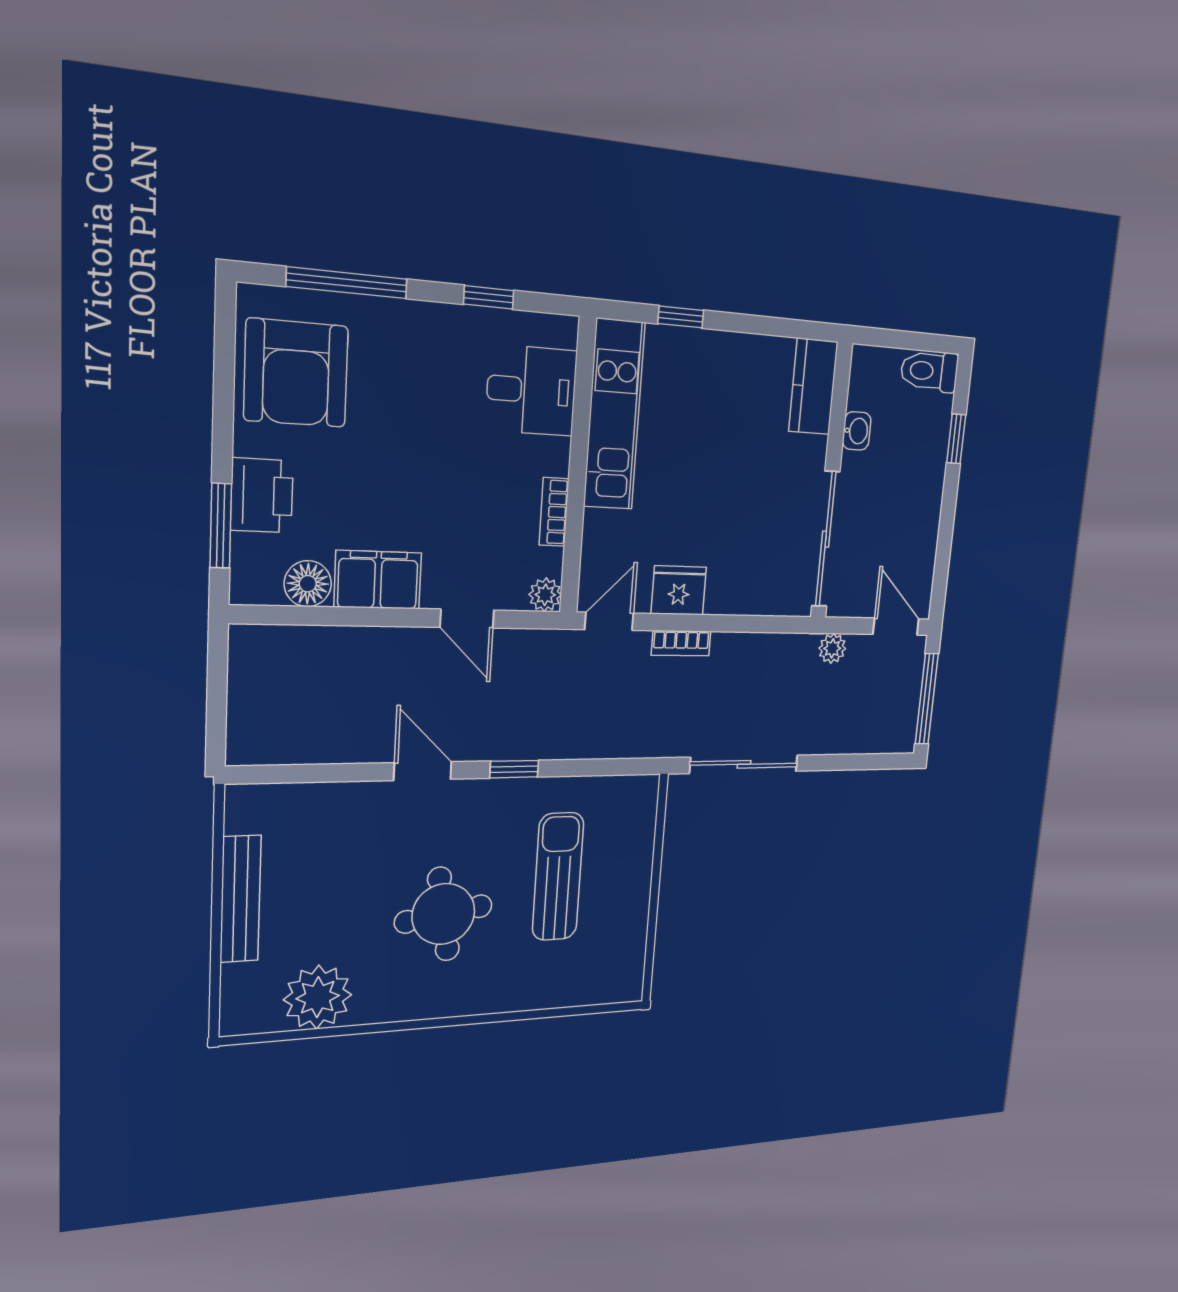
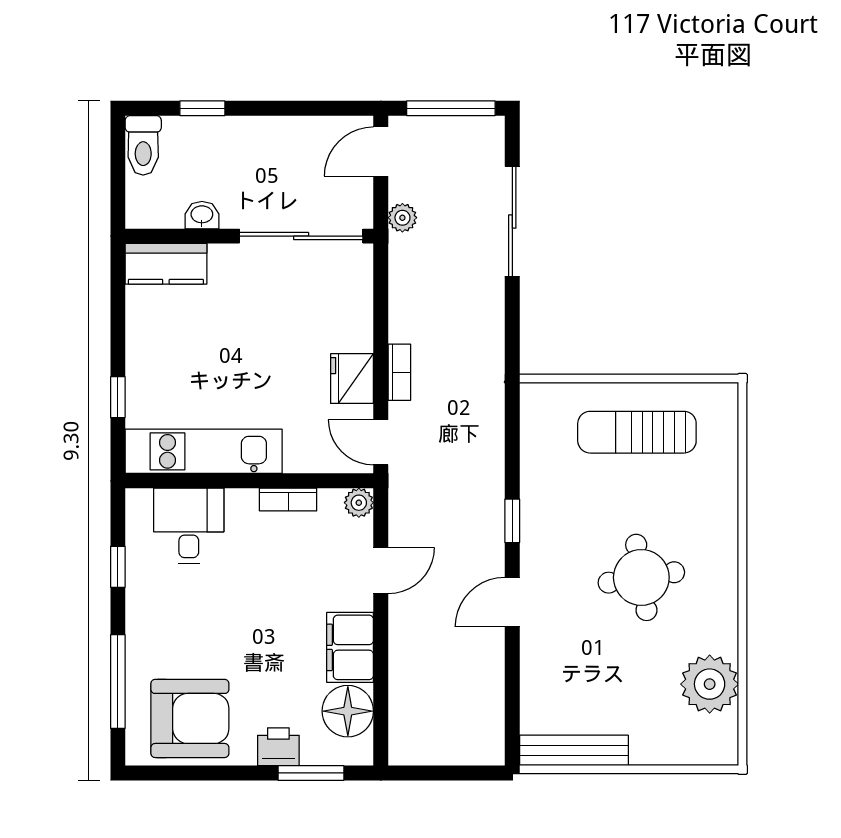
printer: (262, 495) -> (278, 747), width x0.73, depth x0.81
floor lamp: (308, 584) -> (348, 711), width x1.38, depth x1.38
sliding door: (744, 764) -> (512, 222), moved
sun lounger: (558, 877) -> (637, 432), moved
bench: (241, 899) -> (574, 750), moved

